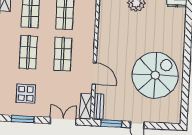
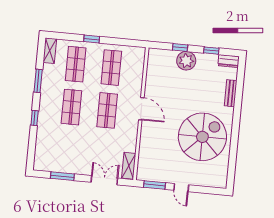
door: (94, 73) -> (141, 109), moved
display table: (26, 94) -> (67, 150), removed
bench: (99, 106) -> (231, 93), moved

